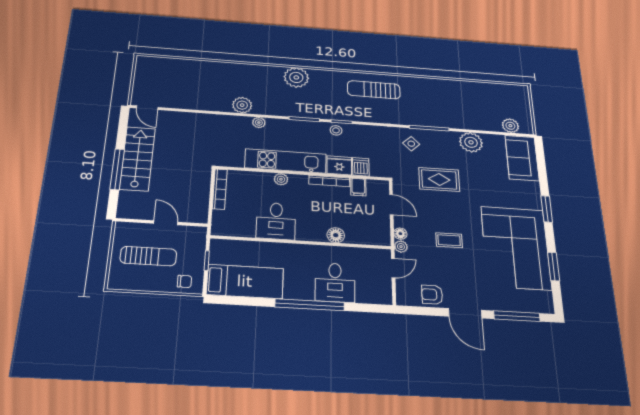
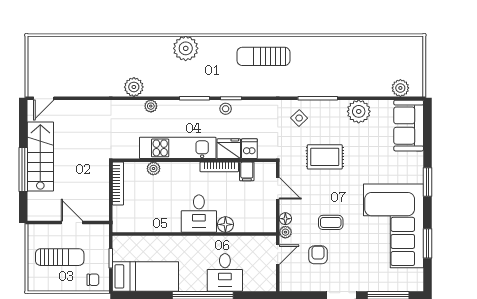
door: (147, 108) -> (44, 98), hinge flipped
plant: (281, 179) -> (153, 169), moved
desk: (276, 221) -> (199, 214), moved
armchair: (432, 295) -> (318, 255), moved, turned 90

